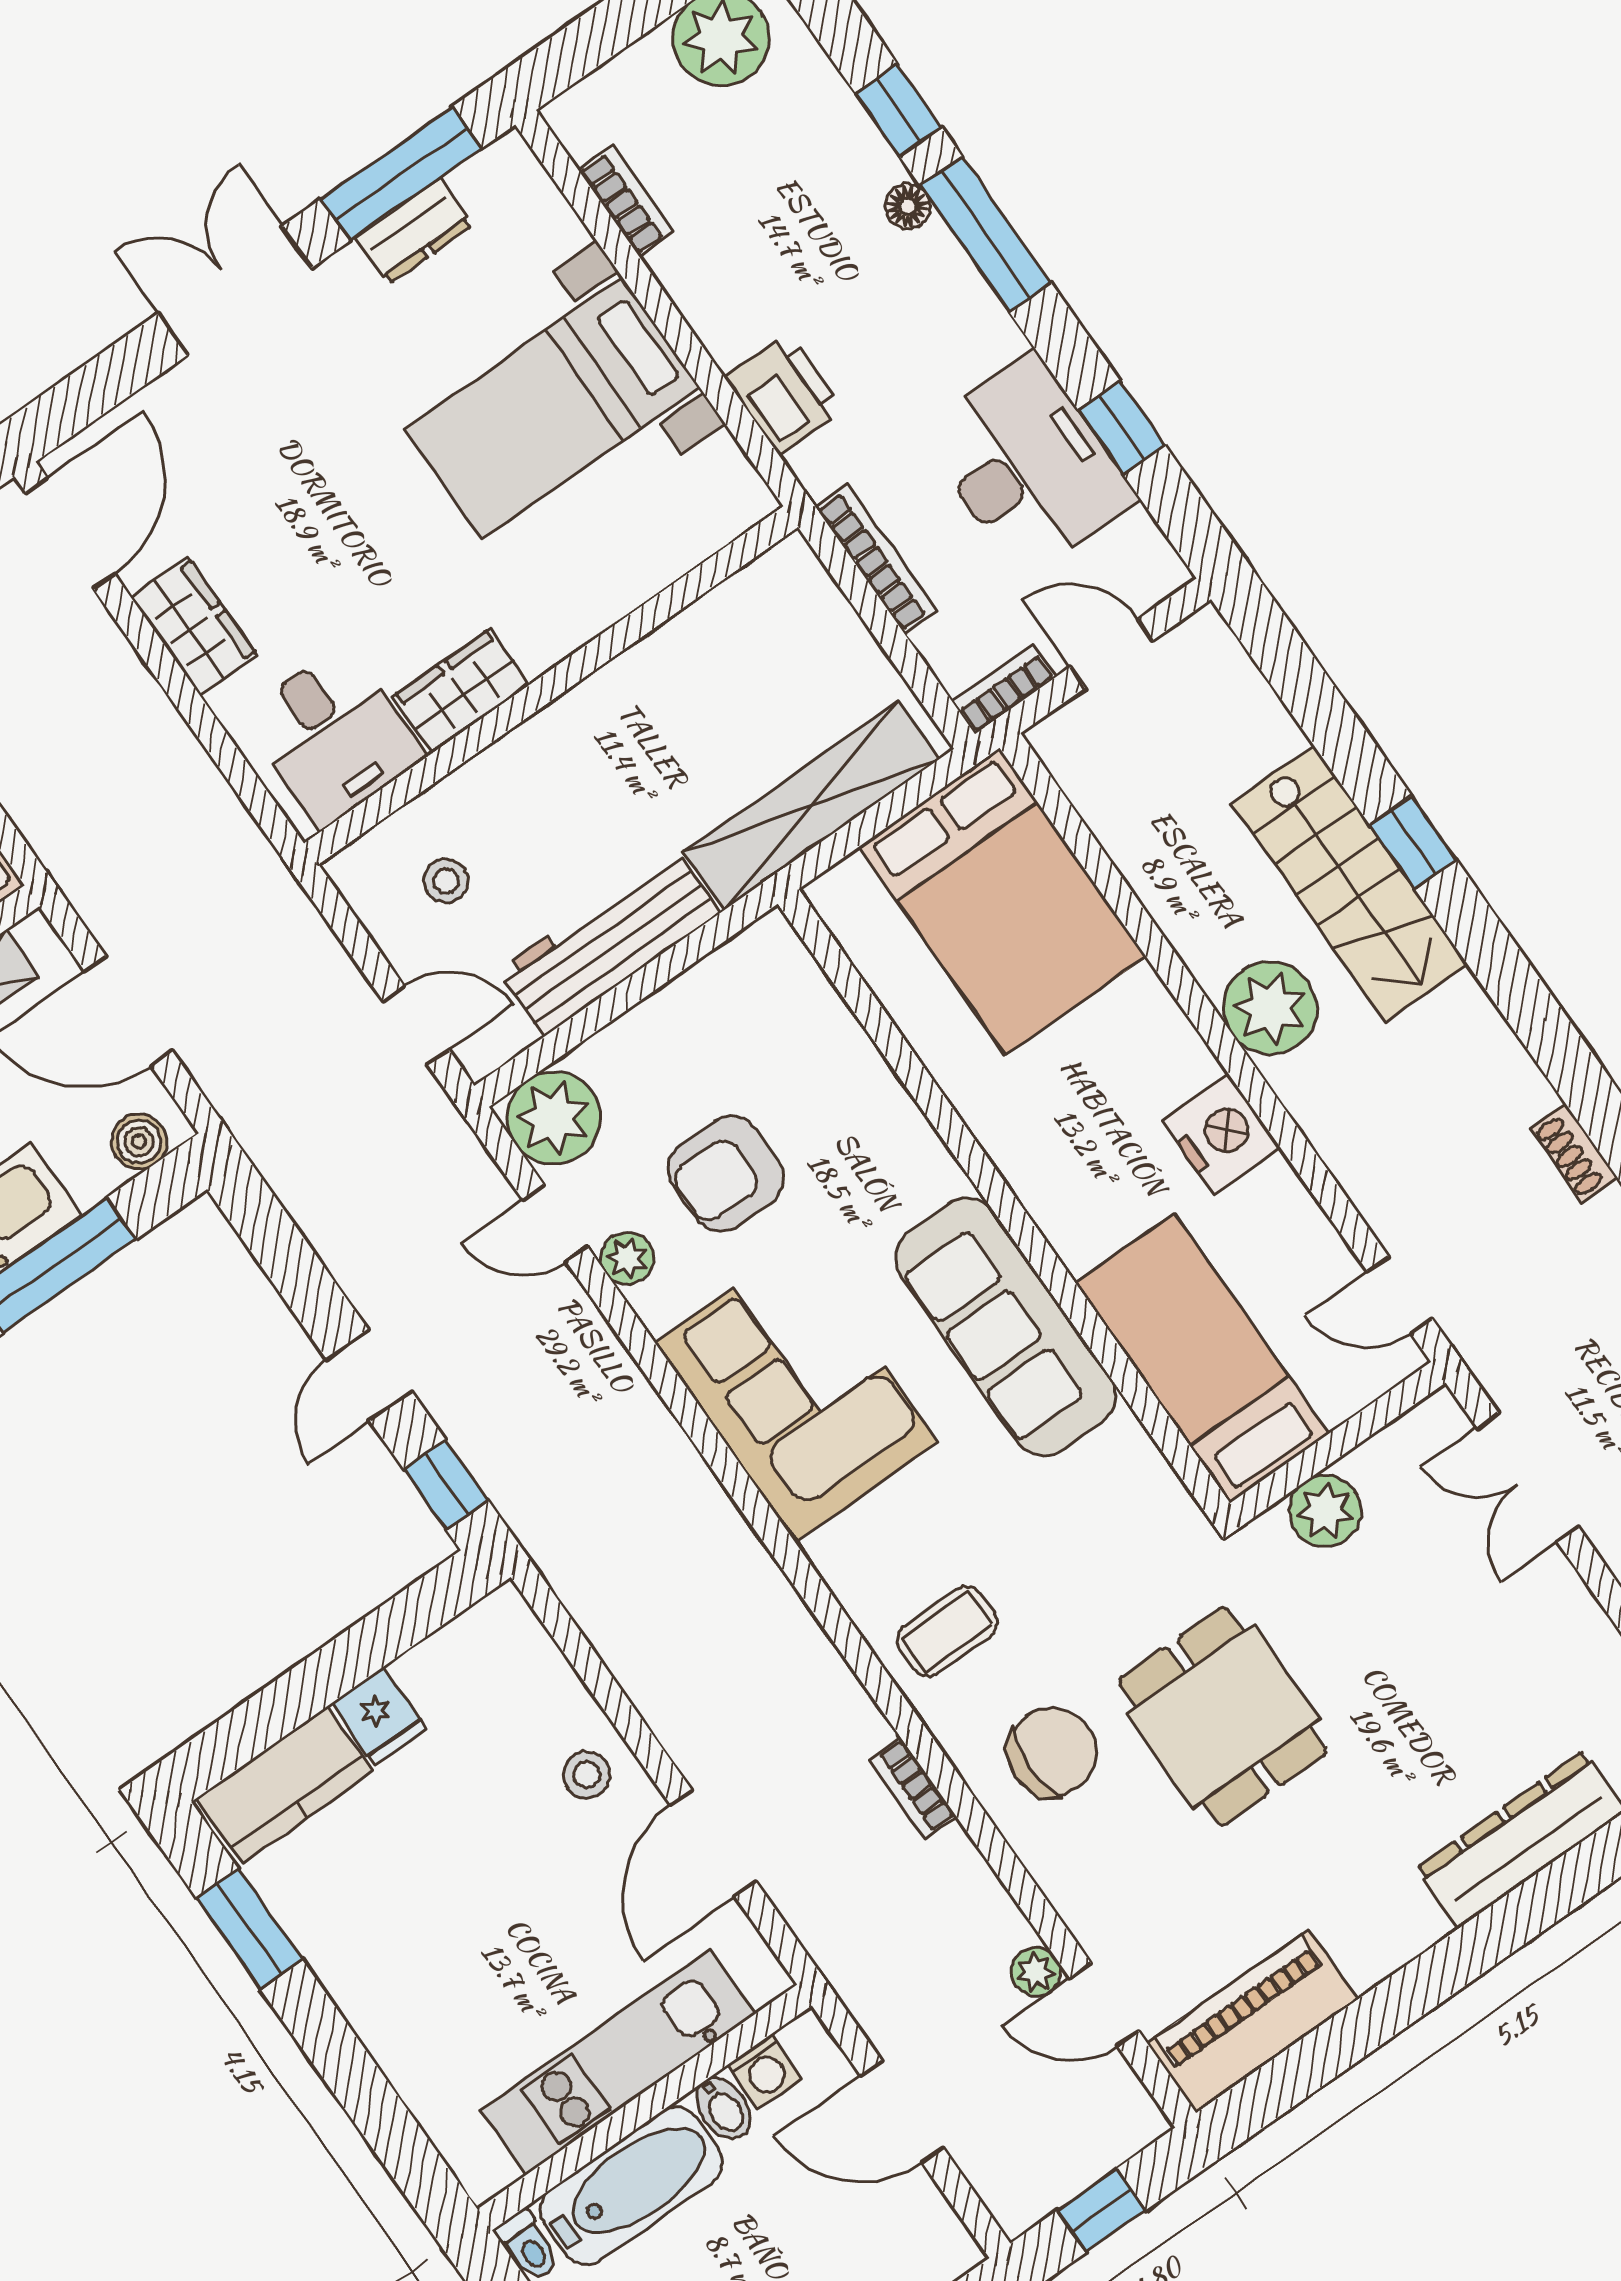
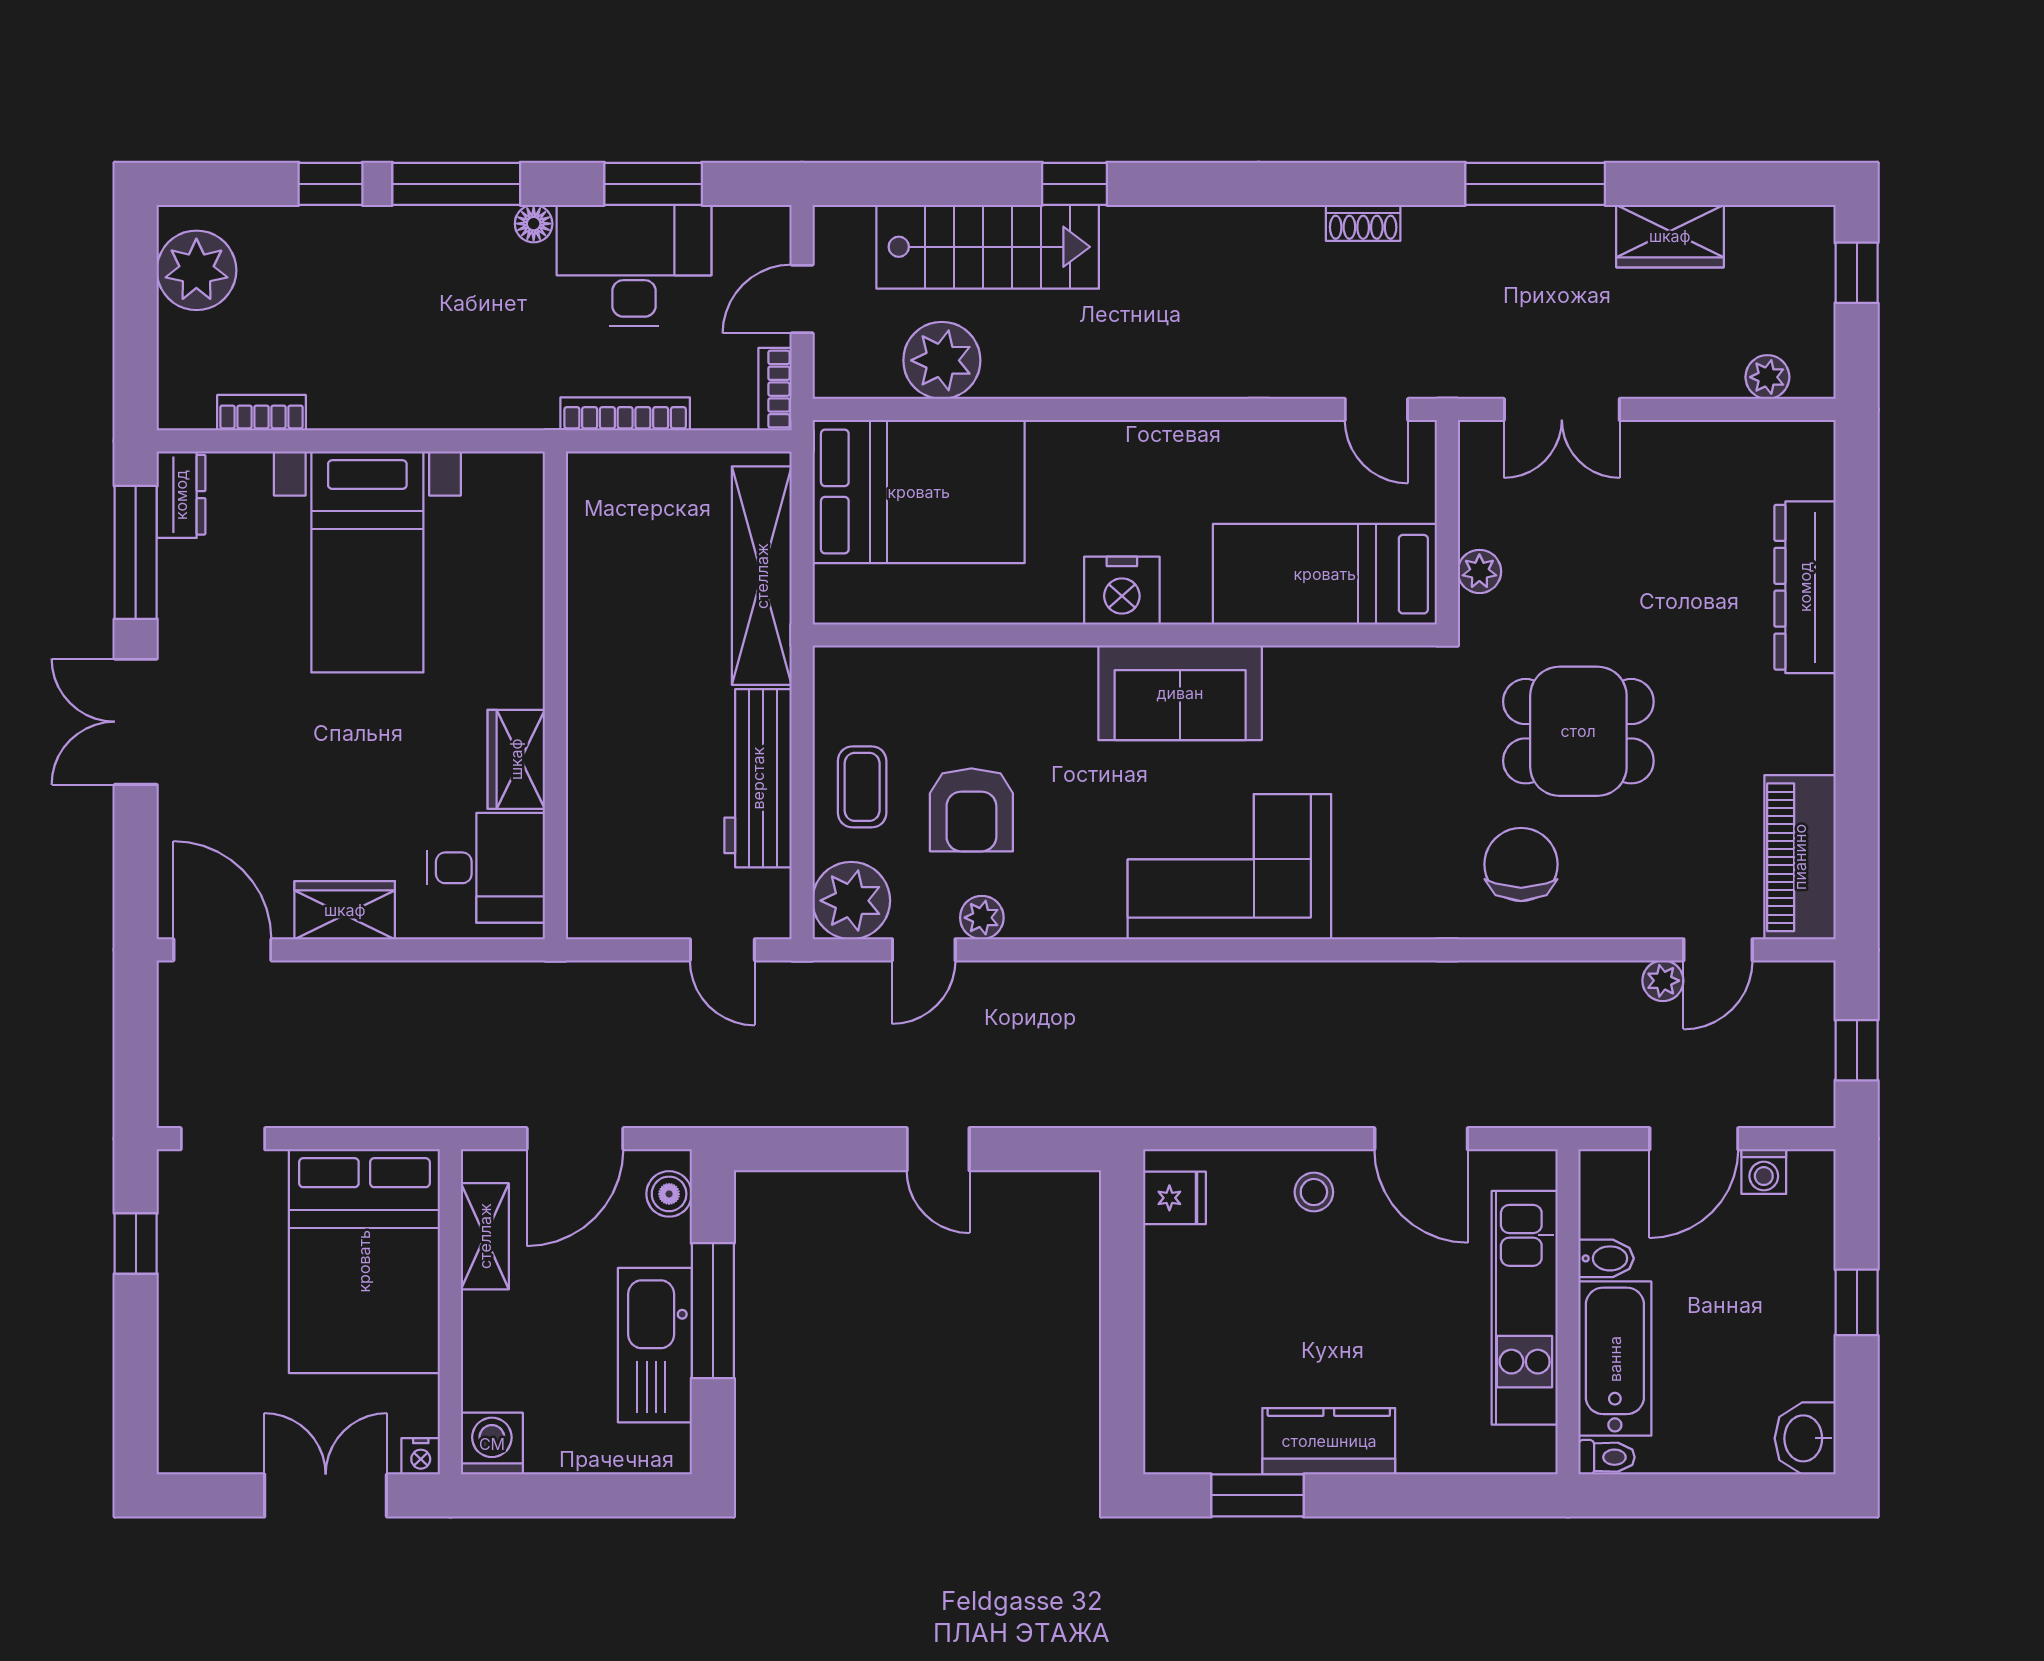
floor lamp: (908, 206) -> (534, 224), moved
dresser: (414, 231) -> (181, 495), moved
printer: (784, 394) -> (469, 397), removed
window: (1122, 428) -> (653, 184), width x1.50
stool: (446, 881) -> (638, 860), removed
stairs: (1350, 884) -> (988, 247), moved
plant: (1270, 1008) -> (942, 360), moved
door: (416, 1025) -> (722, 950), swing flipped
nightstand: (1221, 1134) -> (1122, 591), moved, turned 180
door: (1400, 1295) -> (1376, 409), hinge flipped
sofa: (1006, 1327) -> (1180, 693), width x0.73
corner sofa: (796, 1393) -> (1229, 867), moved
window: (446, 1485) -> (1049, 1149), removed
plant: (1325, 1511) -> (1479, 571), width x0.73, depth x0.73
coffee table: (947, 1631) -> (862, 787), moved
fridge: (379, 1716) -> (1174, 1198), moved
kitchen counter: (285, 1785) -> (1329, 1441), moved, turned -90
bookcase: (913, 1788) -> (1479, 977), removed
washing machine: (764, 2071) -> (1764, 1172), moved, turned 90

